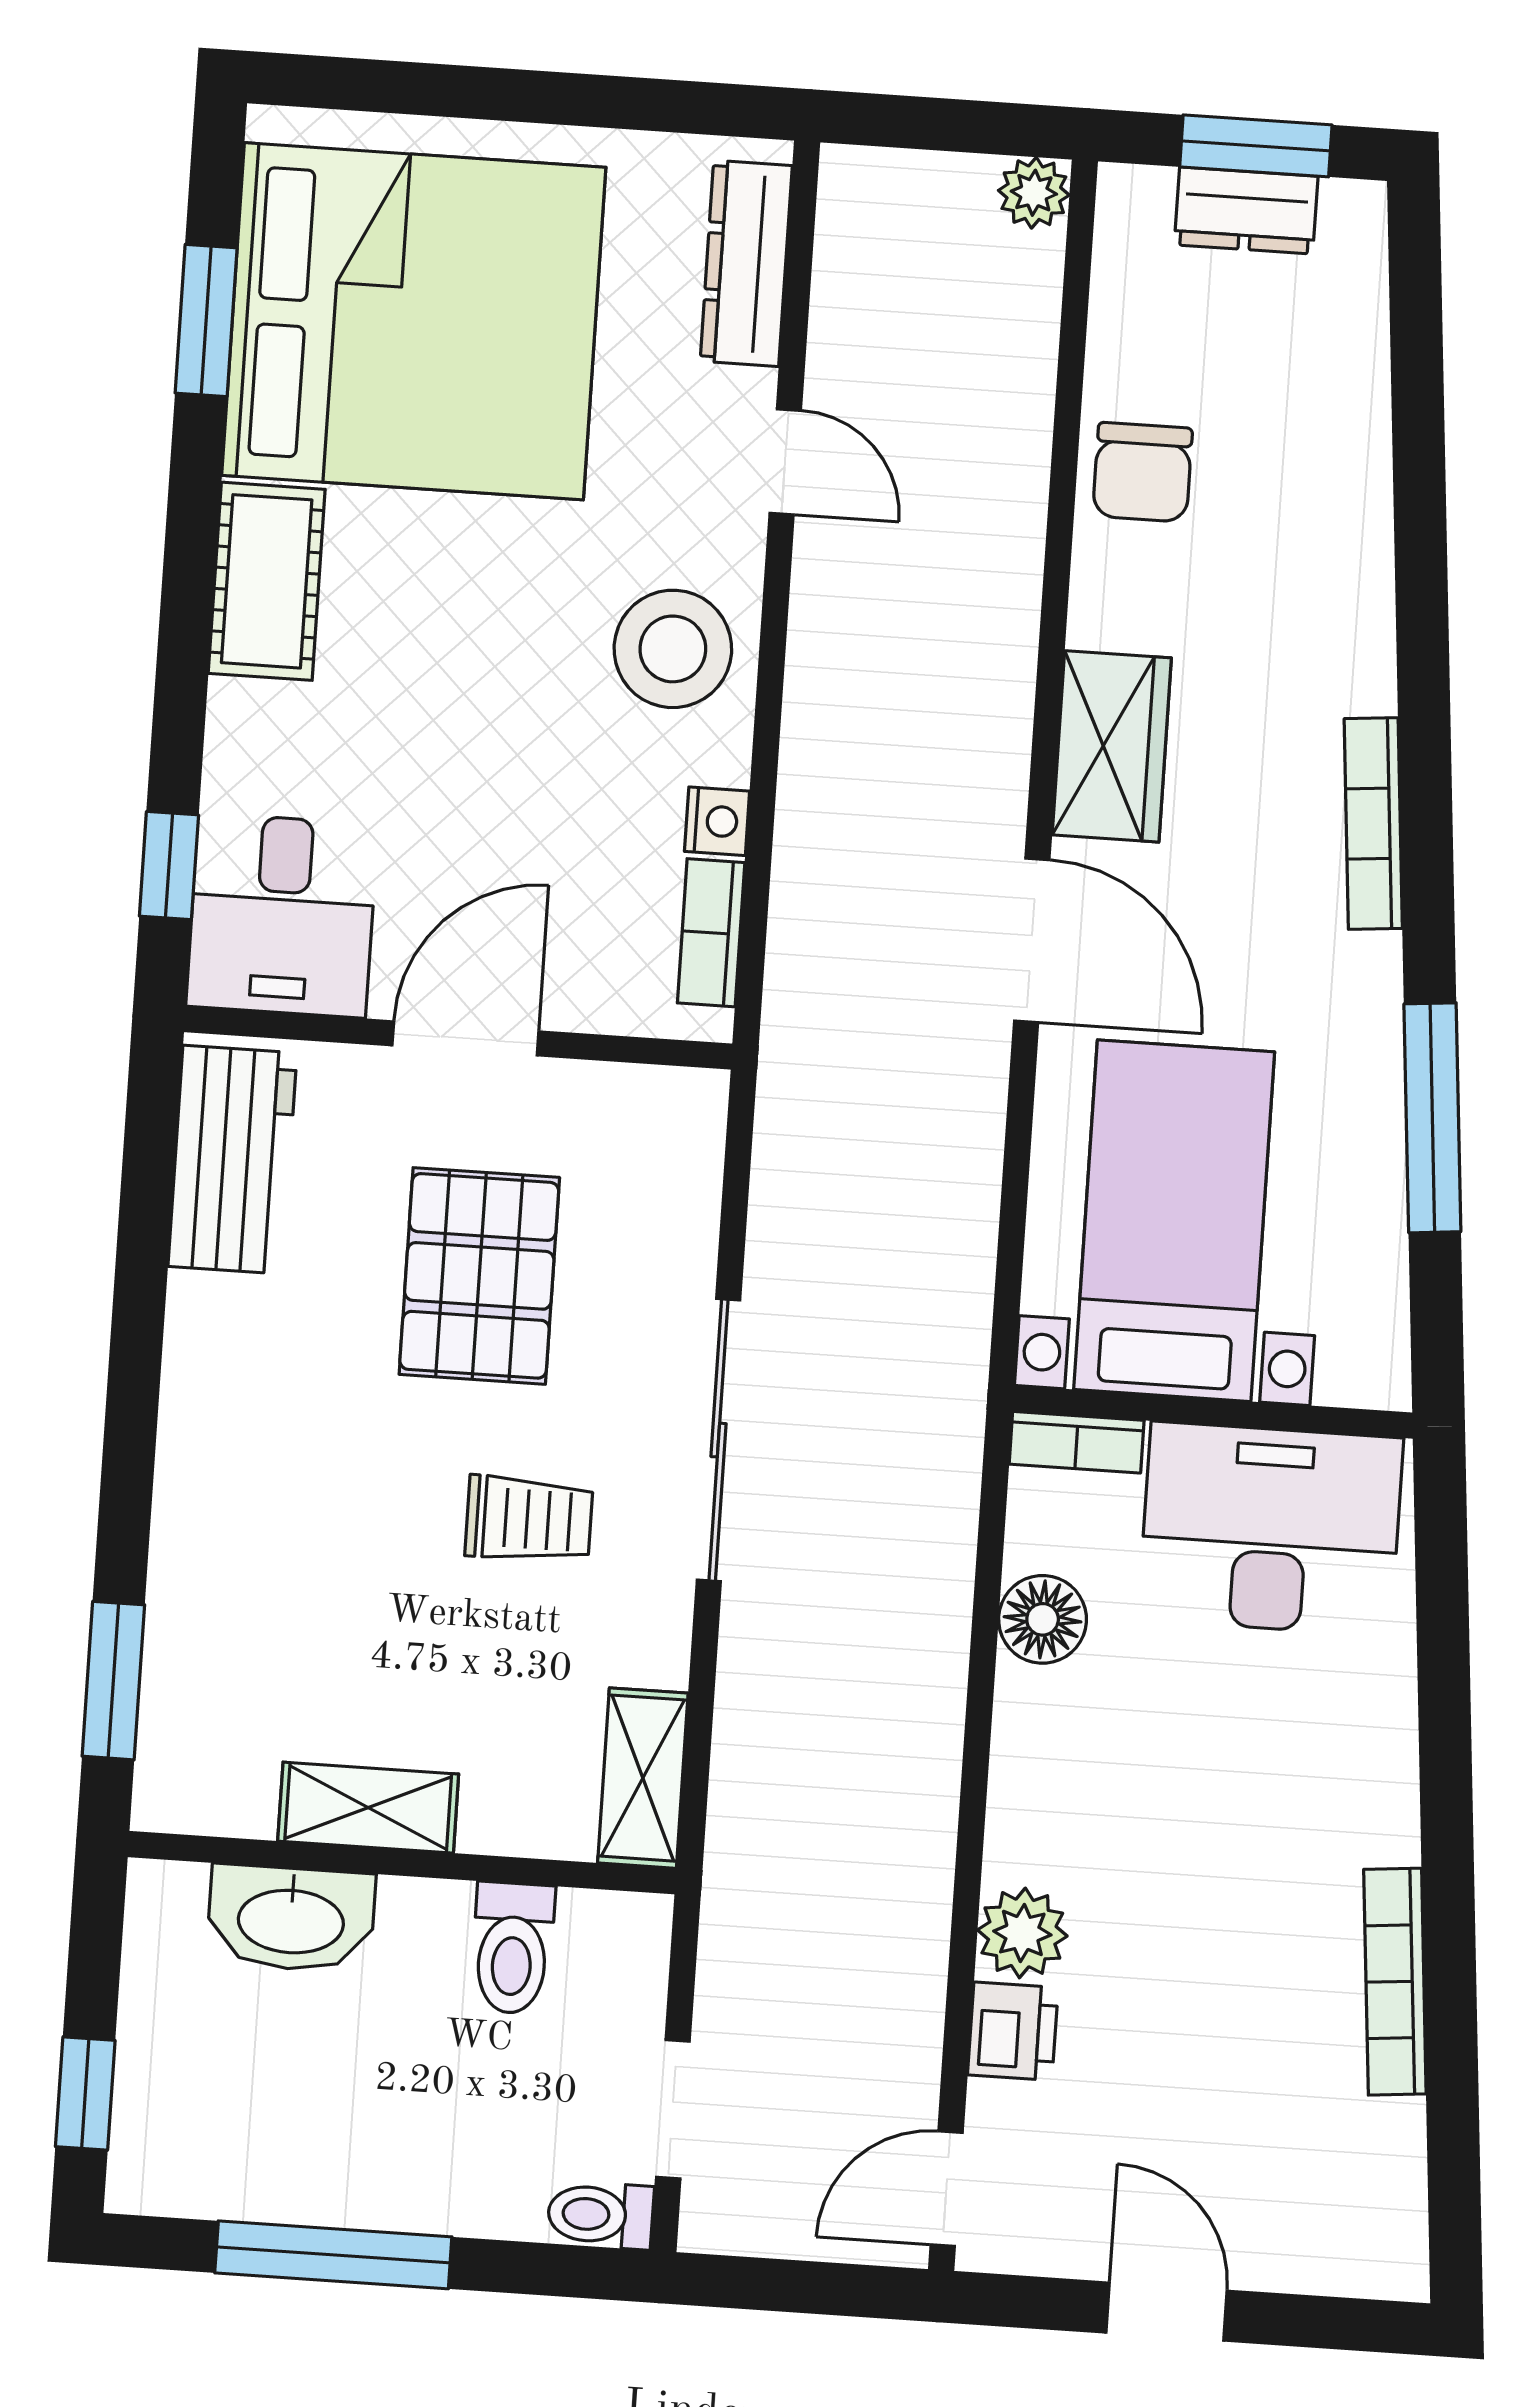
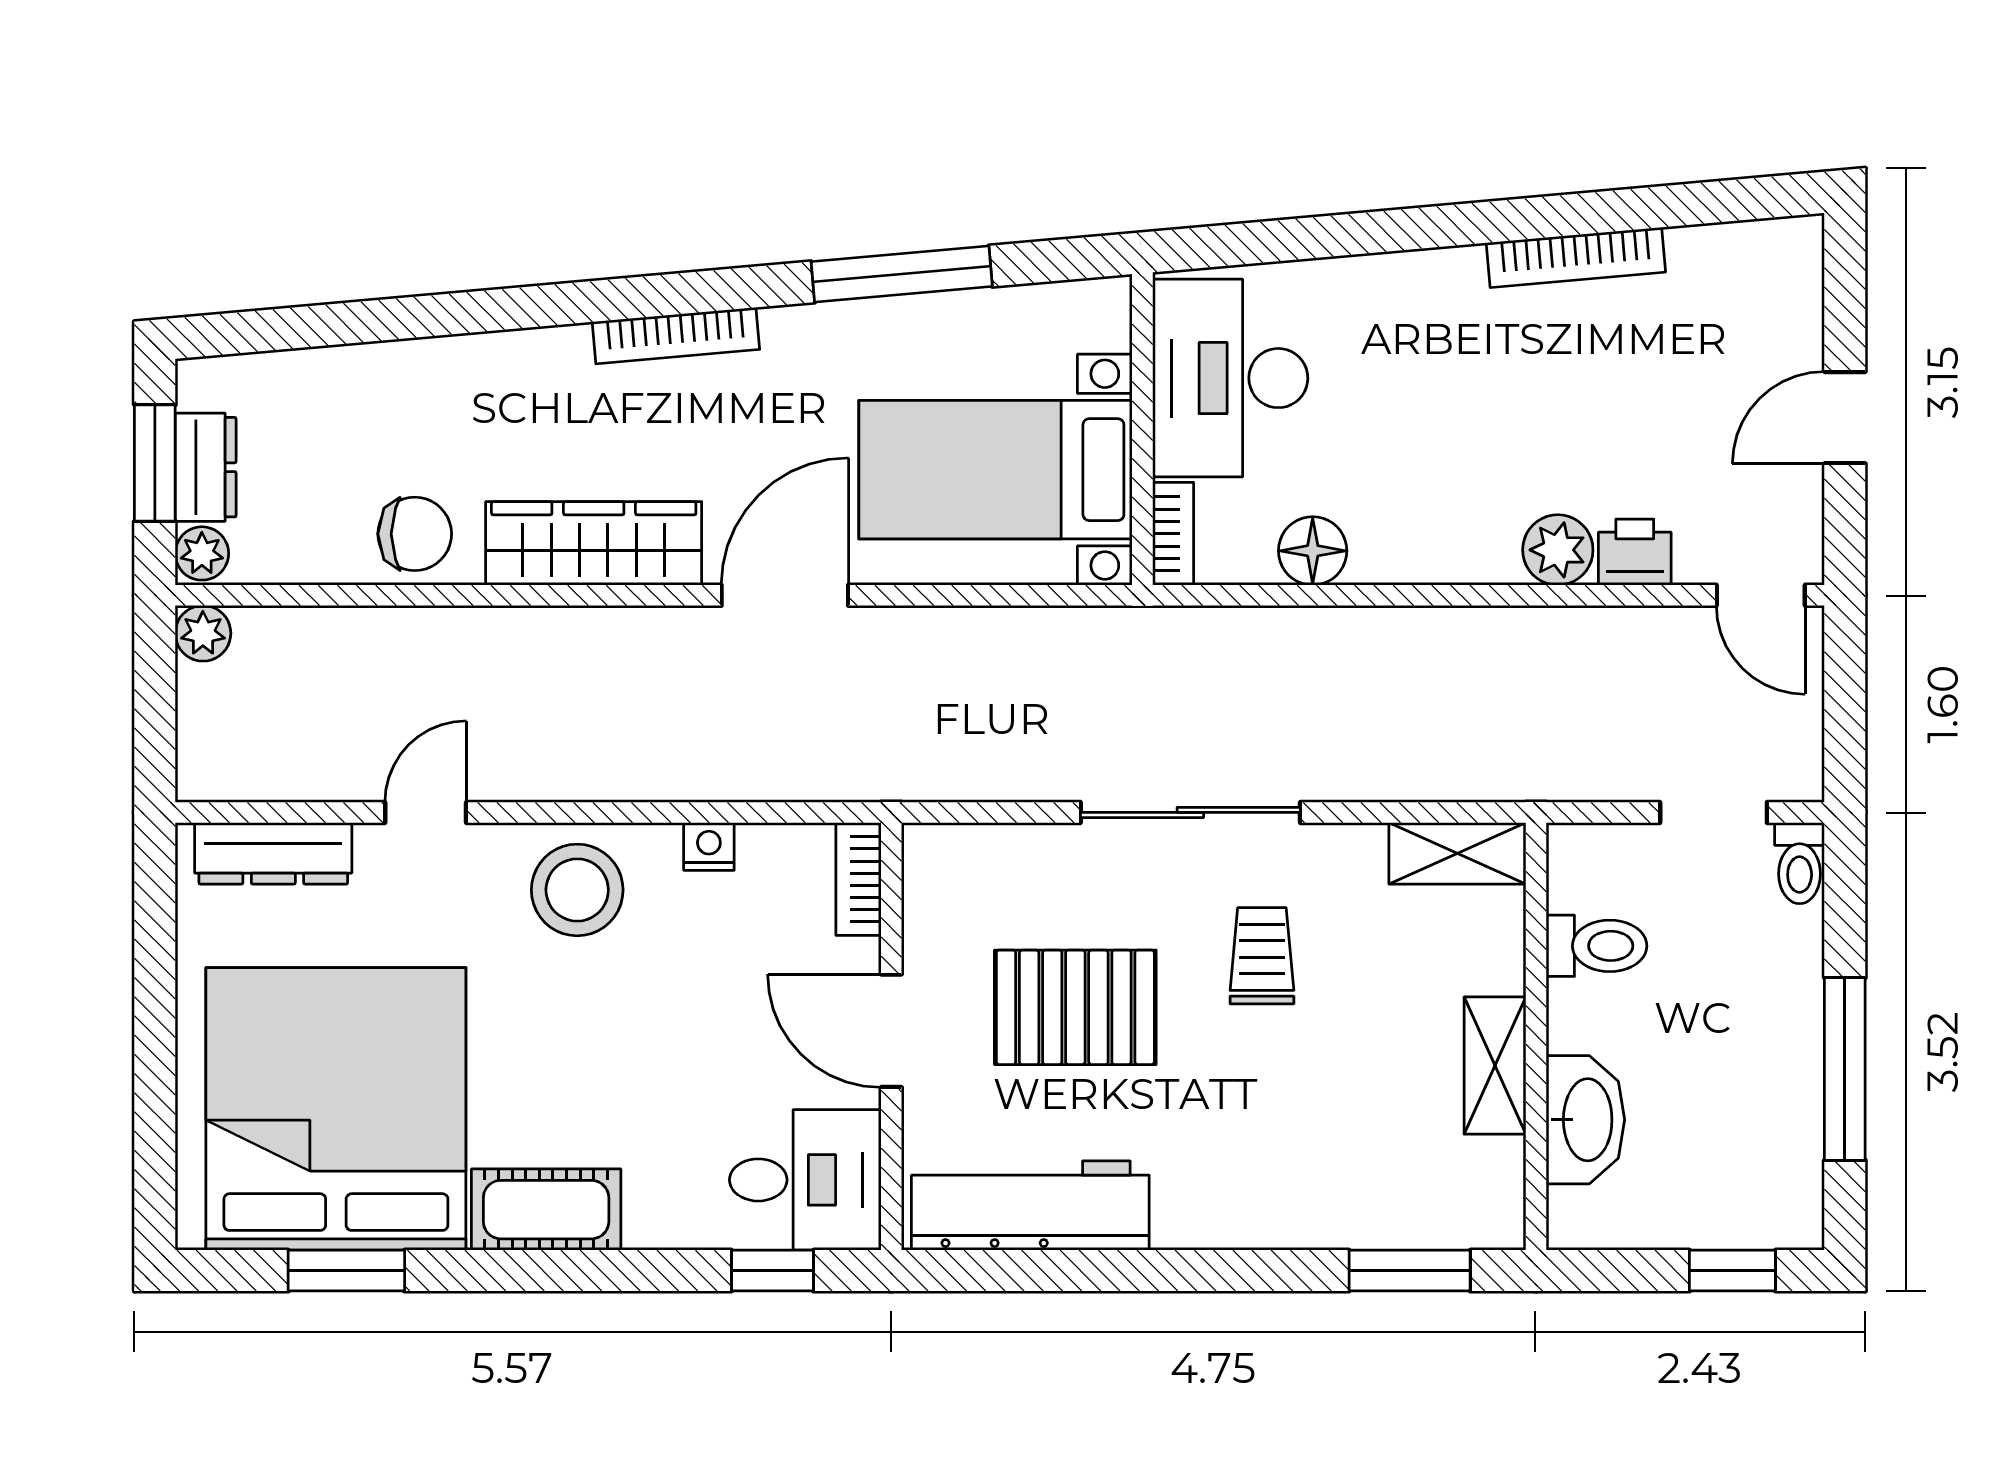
plant: (1136, 198) -> (202, 553), added
wardrobe: (1112, 746) -> (594, 543), width x1.50
bookcase: (711, 933) -> (858, 879), moved, turned 90
workbench: (232, 1160) -> (1030, 1206), width x1.38

